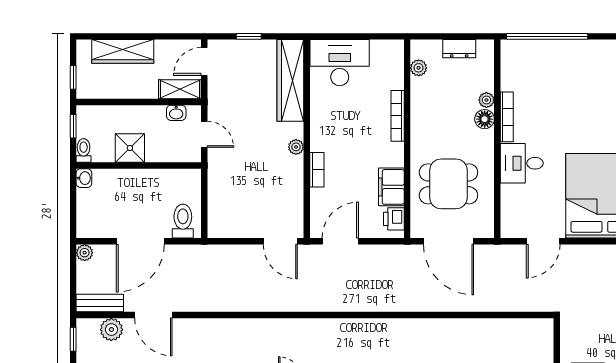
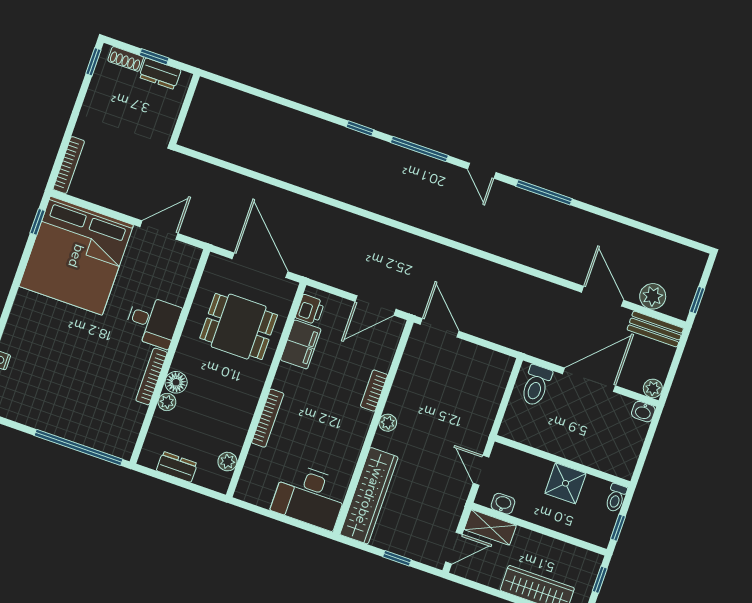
washbasin: (84, 178) -> (643, 412), moved, turned -90

